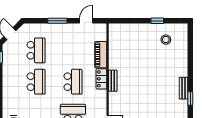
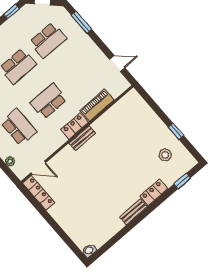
window: (57, 21) -> (81, 22), moved
locker: (182, 66) -> (154, 192), added
school desk: (73, 82) -> (49, 101), turned 180
window: (190, 98) -> (182, 181), moved

